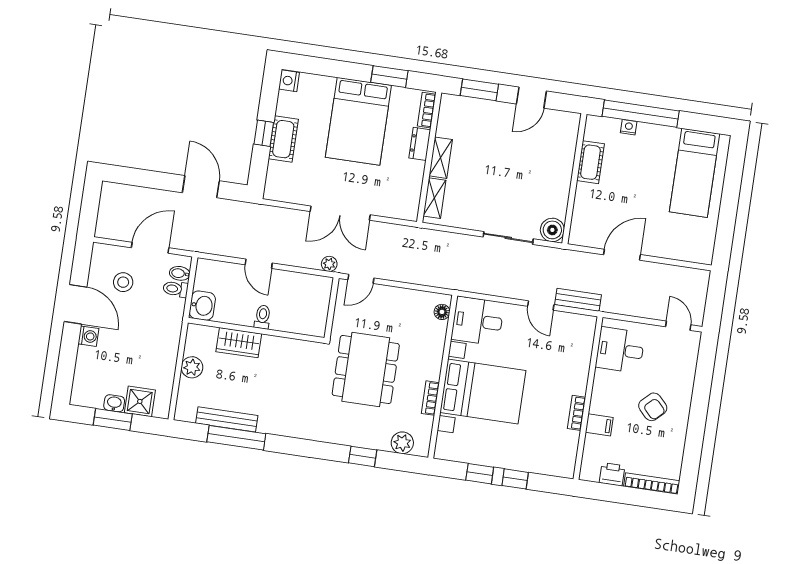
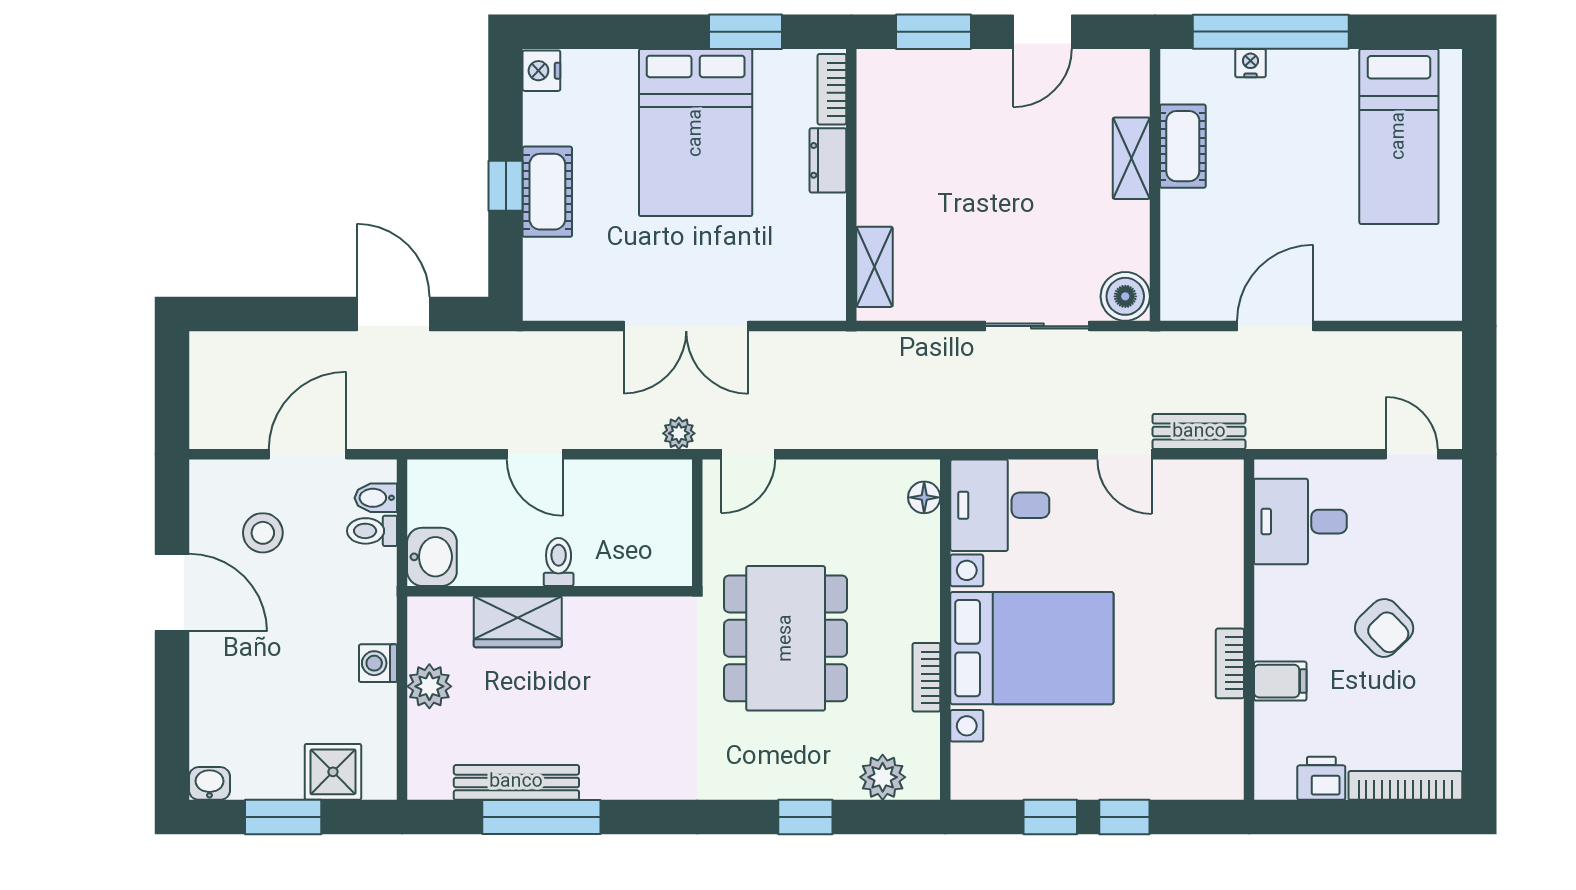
shelving: (441, 158) -> (1131, 158), moved
washing machine: (88, 336) -> (378, 663), moved, turned 180
washbasin: (114, 403) -> (210, 783), moved

